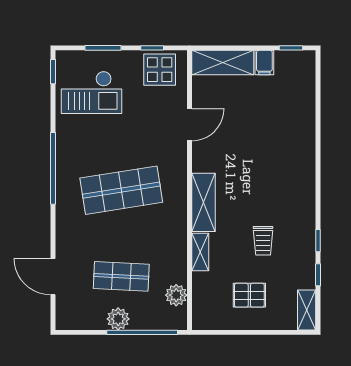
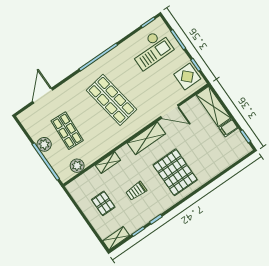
checkout: (92, 92) -> (151, 50), turned -90
pallet: (274, 173) -> (175, 172), added
shelving: (203, 202) -> (146, 138), moved

